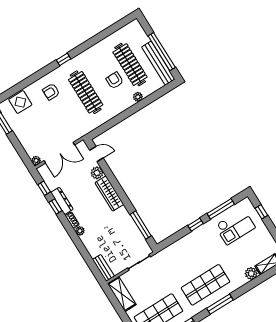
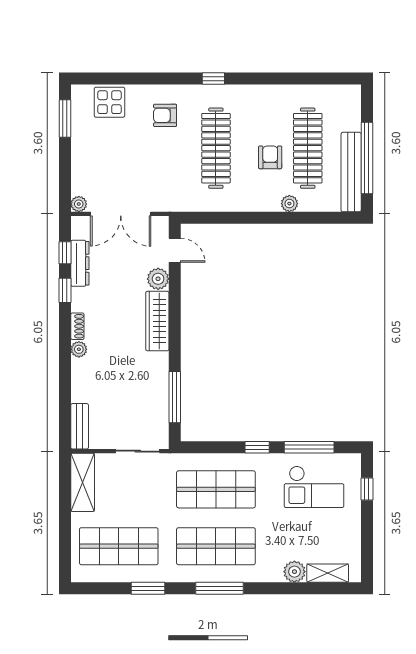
dresser: (62, 201) -> (80, 263), moved
shop shelf: (188, 257) -> (216, 489), added

